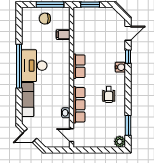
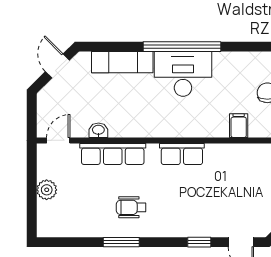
water cooler: (120, 67) -> (180, 228), removed
window: (128, 125) -> (121, 242), moved
plant: (120, 142) -> (47, 190), moved

